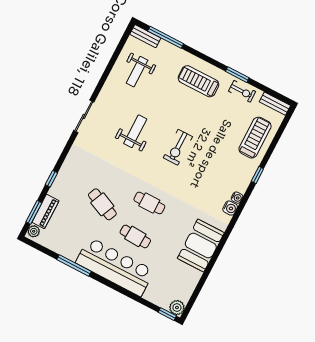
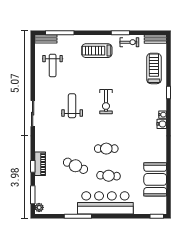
piano: (45, 212) -> (40, 164), moved
booth: (201, 245) -> (155, 179), moved
plant: (177, 308) -> (161, 209), removed

